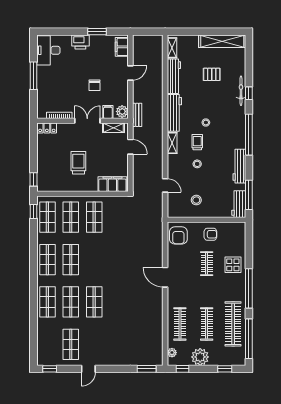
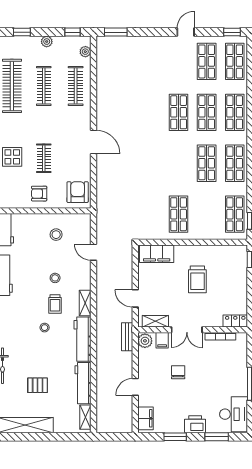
window: (62, 32) -> (217, 437), added
shop shelf: (71, 217) -> (235, 61), moved
plant: (200, 357) -> (47, 42), width x0.53, depth x0.53

